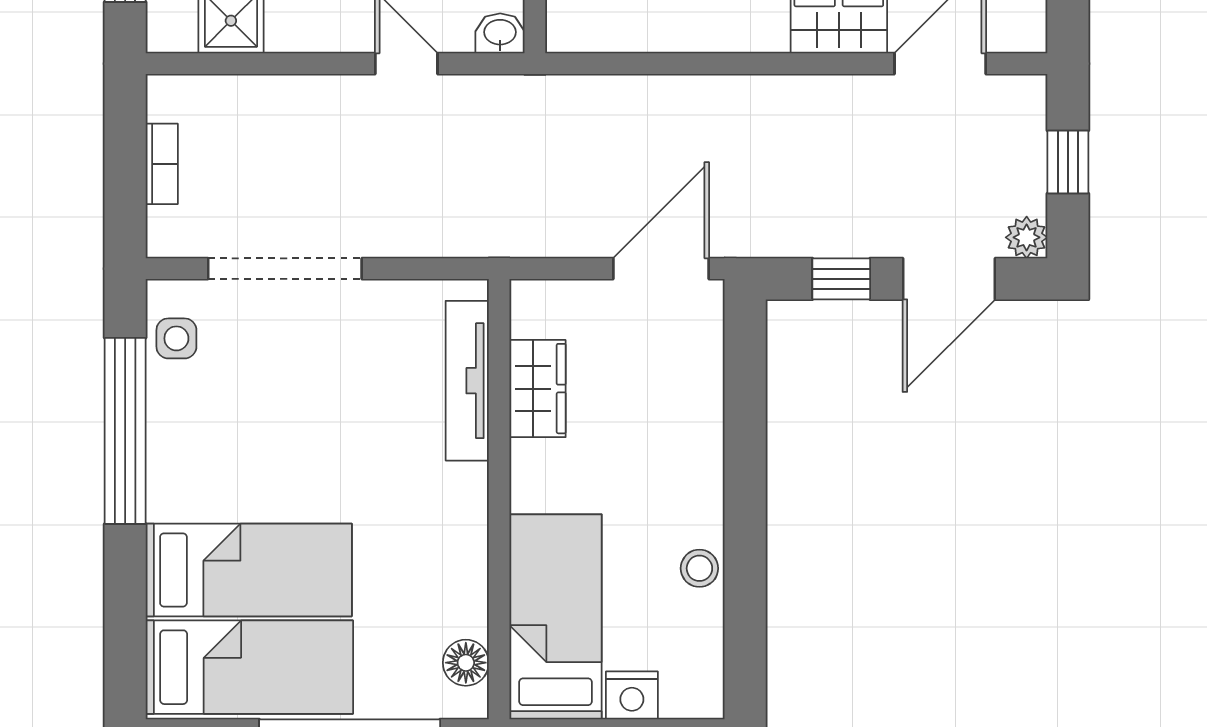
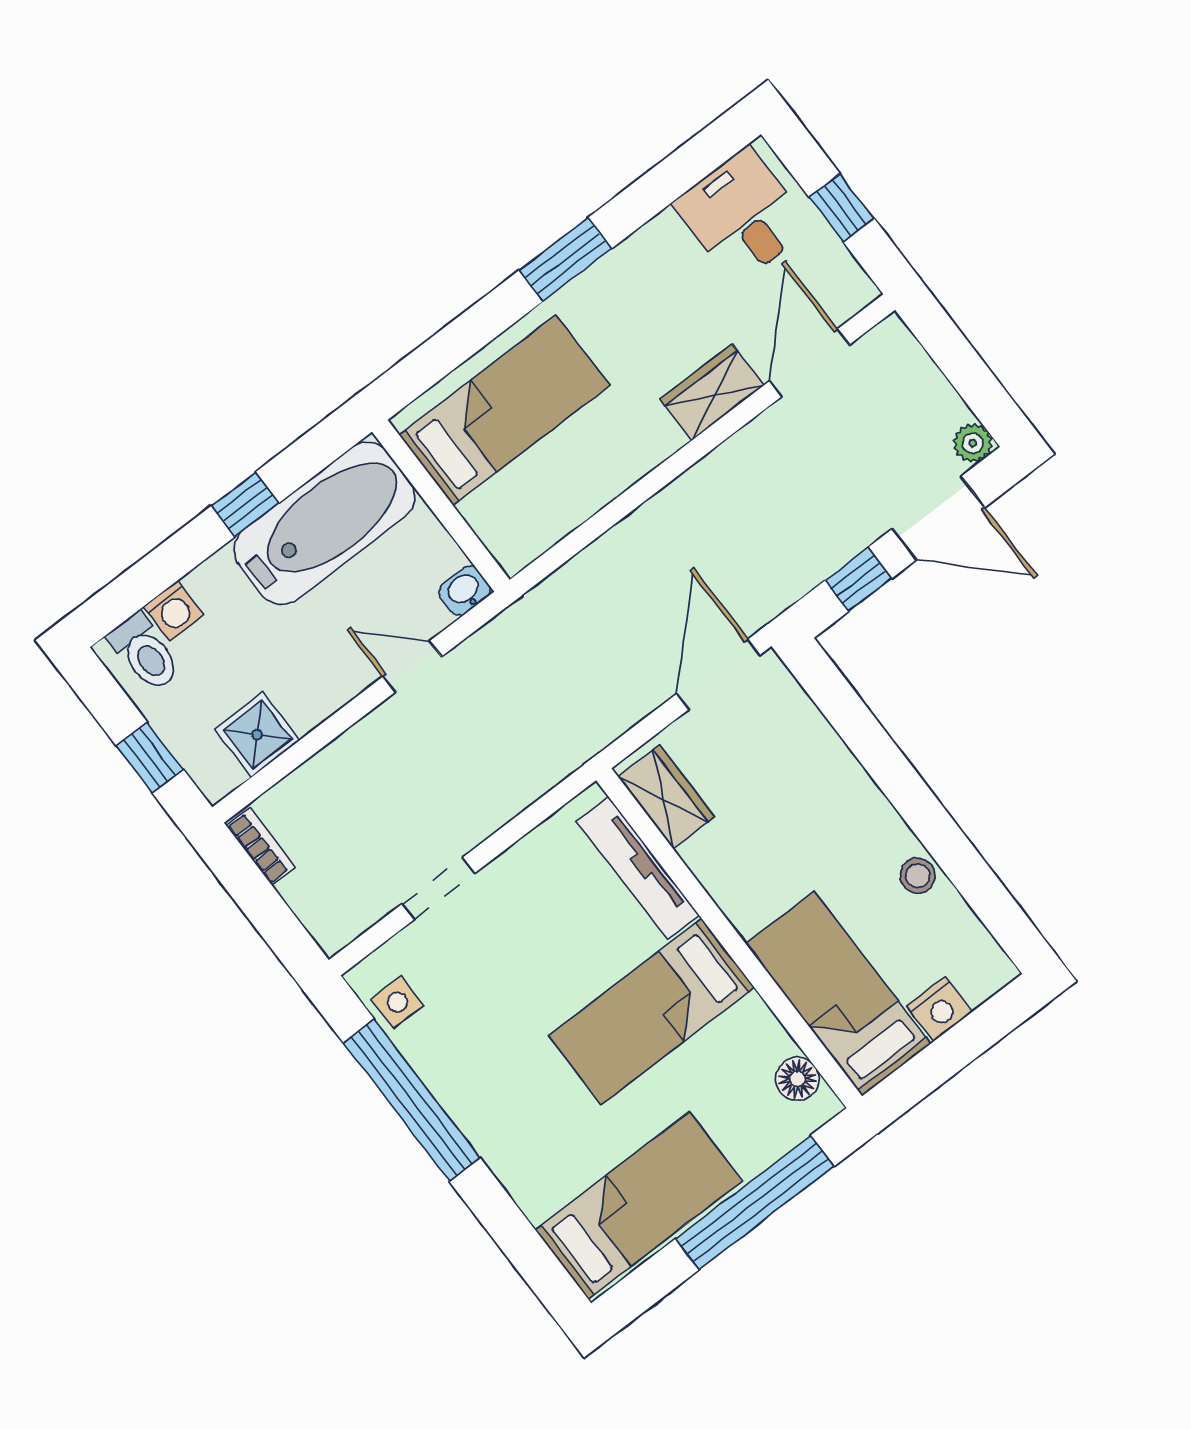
window: (1068, 162) -> (961, 363), removed
bookcase: (162, 164) -> (261, 846), moved
doorway: (285, 269) -> (438, 888), width x0.53
door: (949, 279) -> (939, 518), hinge flipped
wardrobe: (538, 389) -> (666, 797), moved
bed: (249, 570) -> (651, 1012), moved, turned 180

